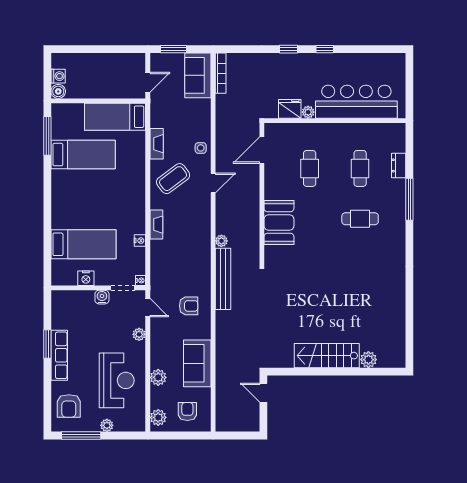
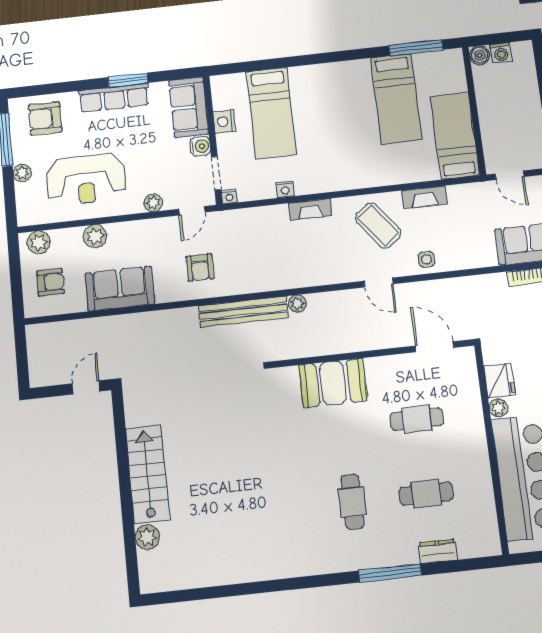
sofa: (72, 303) -> (189, 107), added

